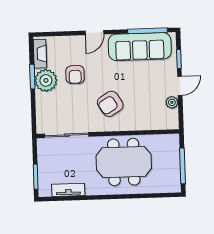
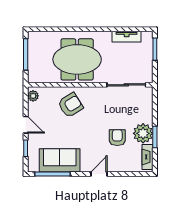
sofa: (140, 47) -> (60, 160), width x0.73
door: (180, 86) -> (26, 125), swing flipped
plant: (172, 102) -> (33, 96), moved
armchair: (110, 104) -> (70, 105), moved

